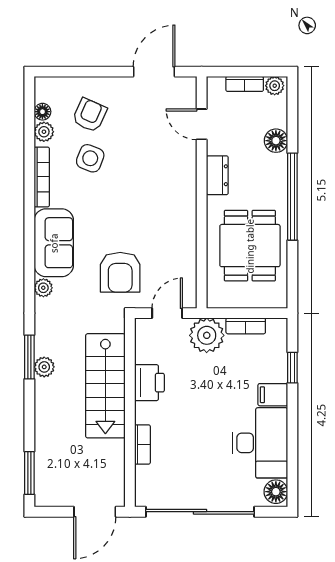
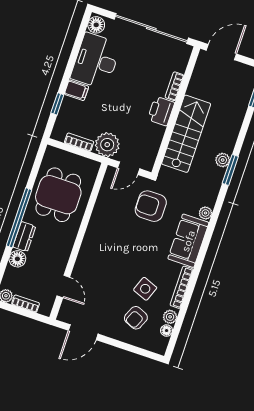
dresser: (217, 175) -> (24, 237), moved, turned 180
armchair: (120, 272) -> (151, 206), turned -90
printer: (149, 383) -> (161, 111), moved

